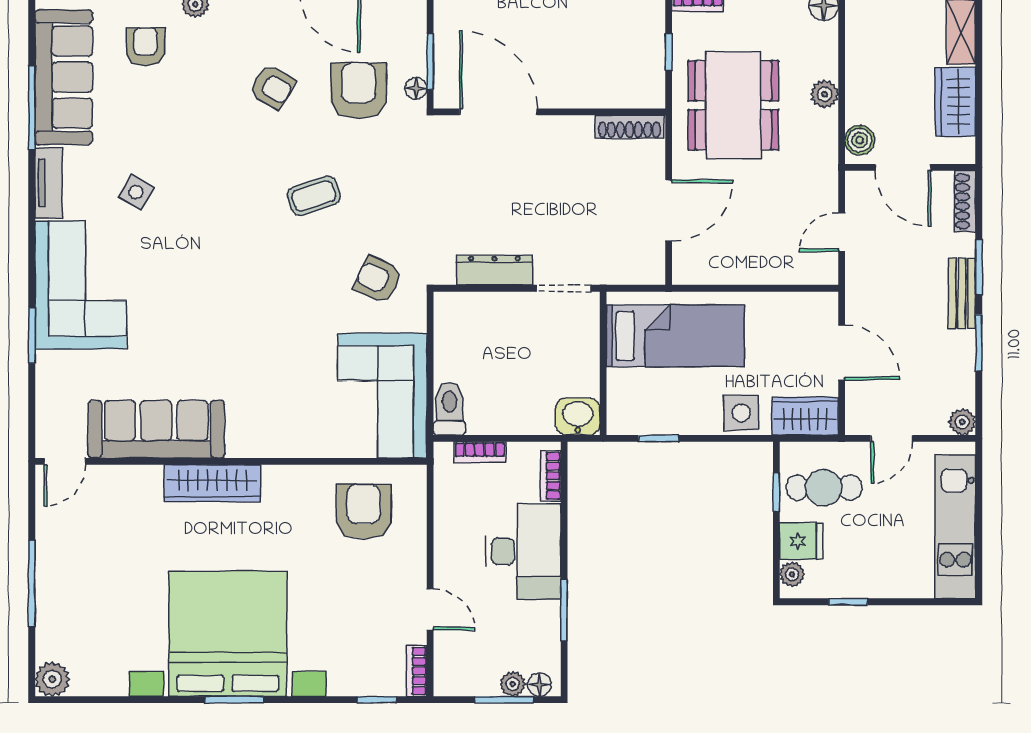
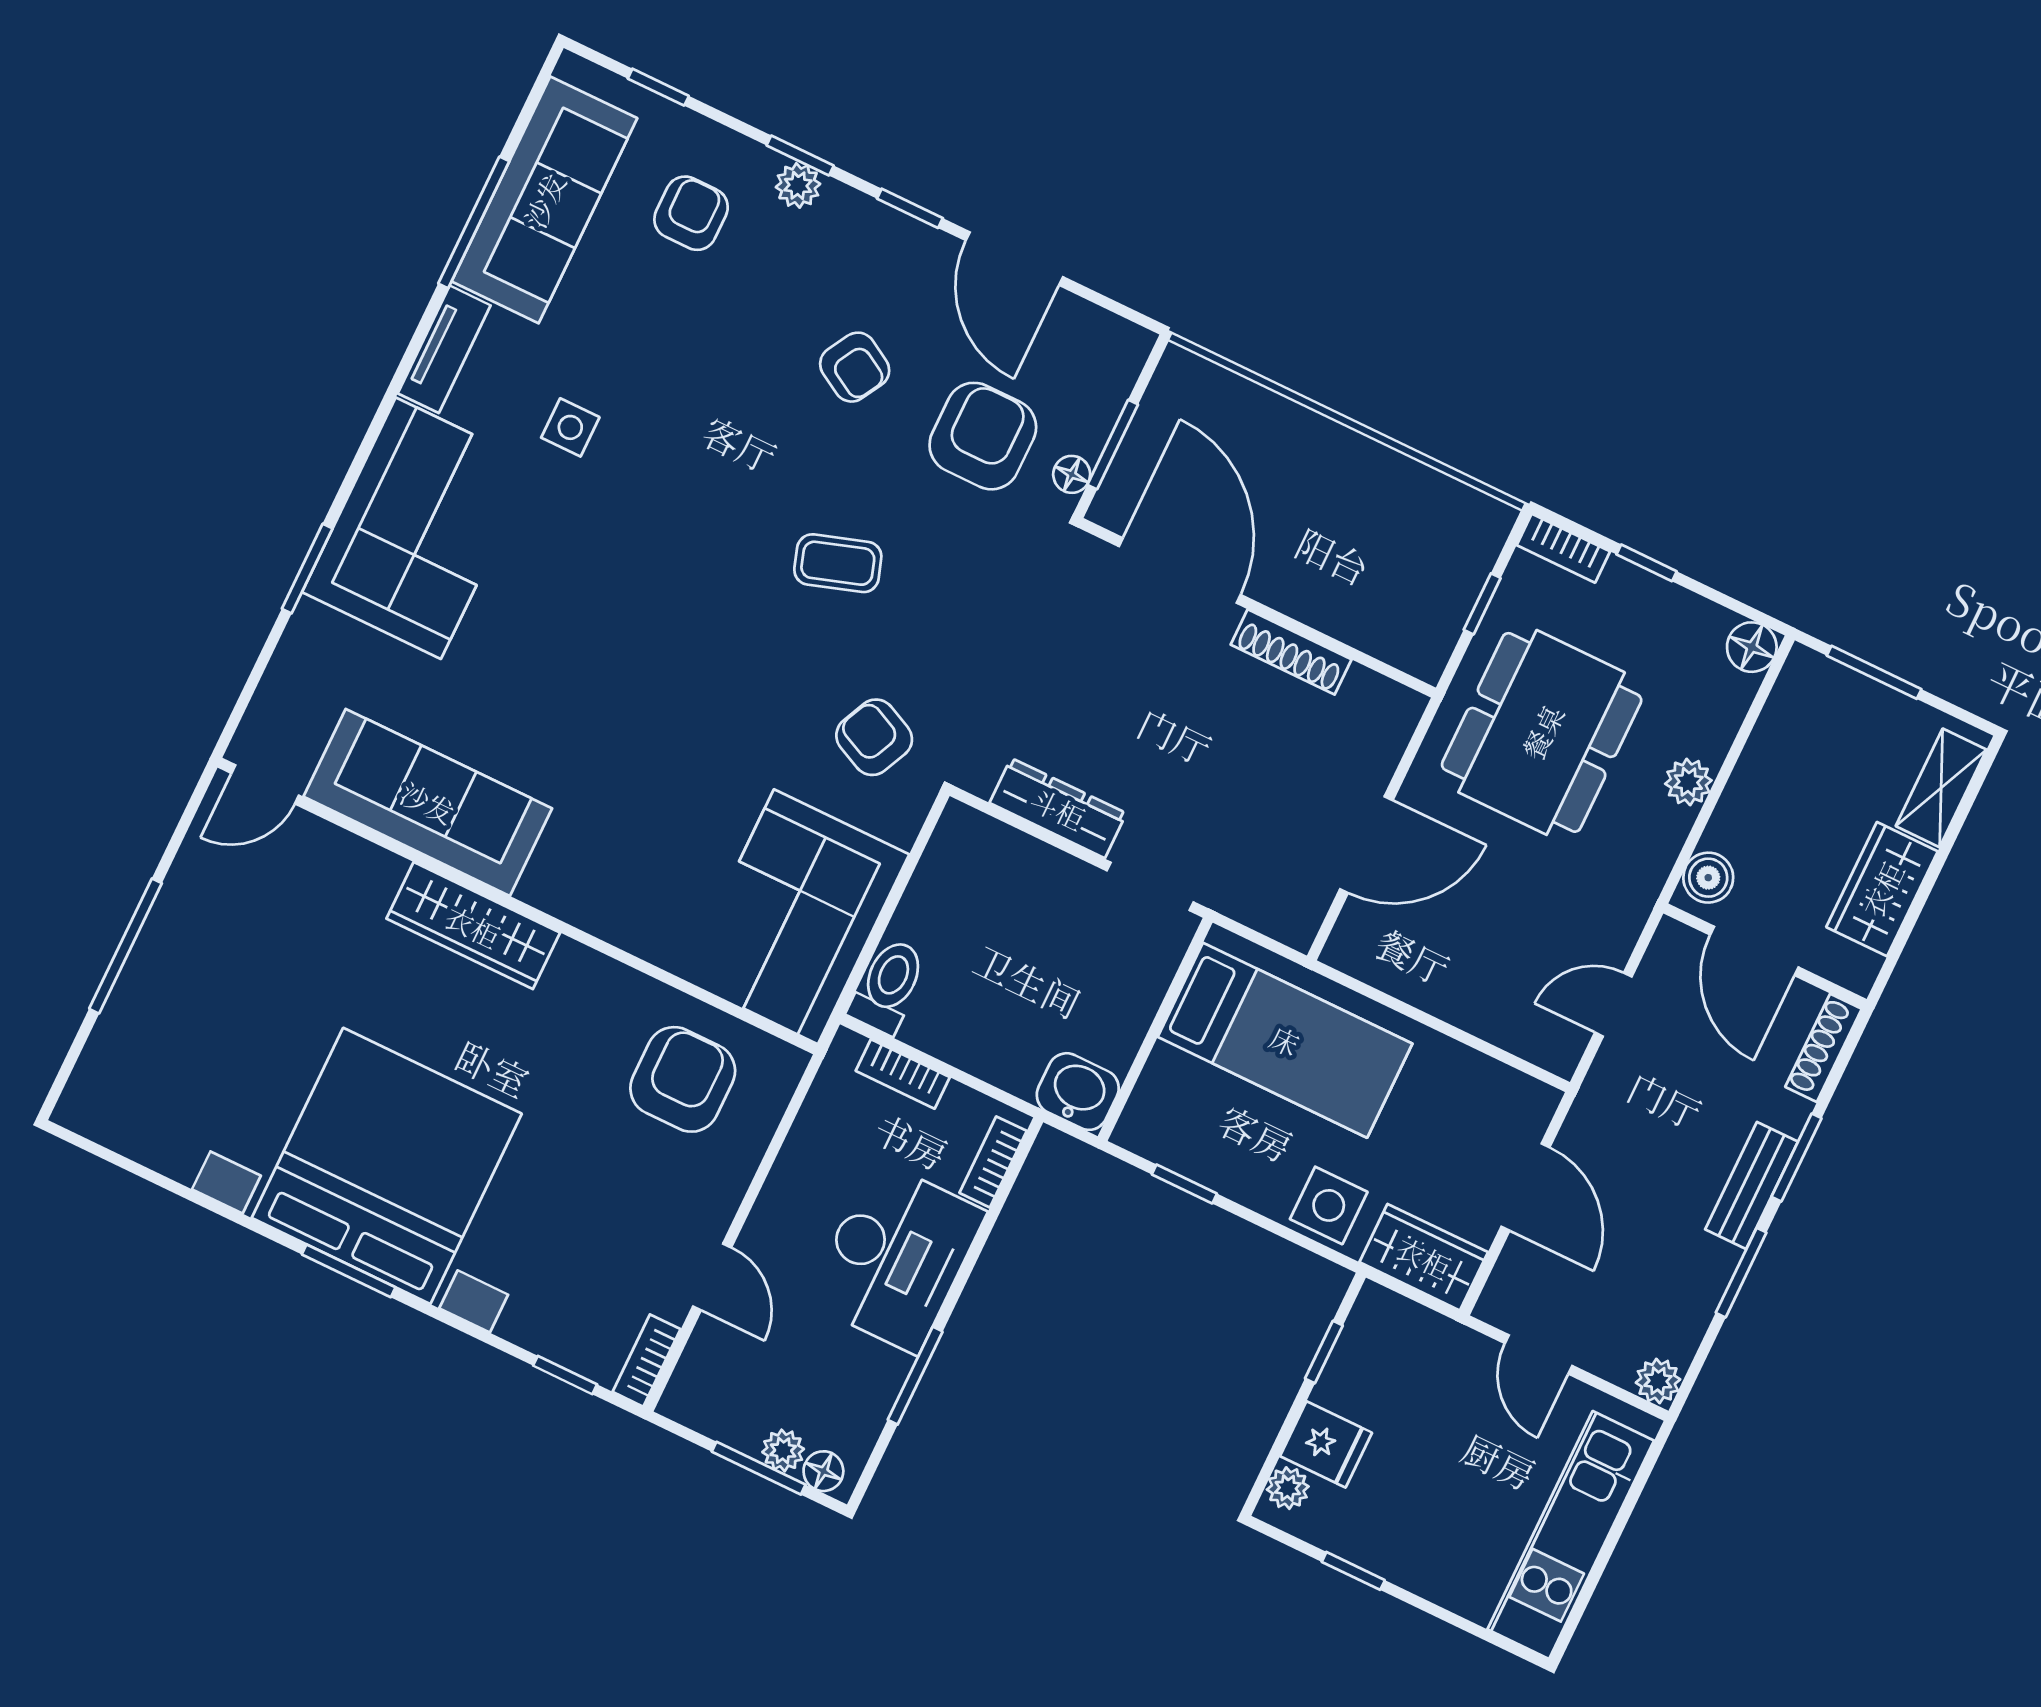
shoe rack: (629, 127) -> (1291, 652), moved
side table: (136, 192) -> (570, 427), turned -30
door: (892, 438) -> (1539, 1354), hinge flipped
cafe table: (824, 488) -> (1399, 1380), removed
plant: (52, 679) -> (87, 1106), removed

